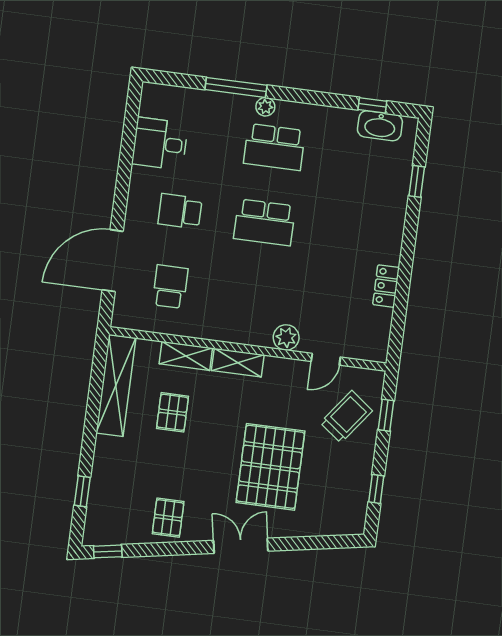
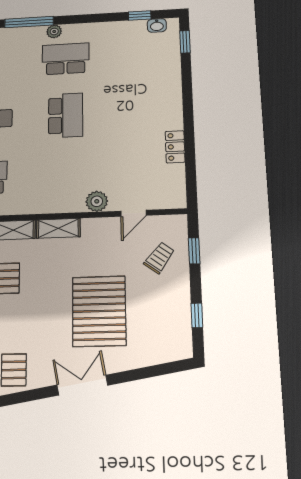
washbasin: (380, 126) -> (157, 25), width x0.52, depth x0.69
school desk: (274, 147) -> (66, 59), turned 180
window: (417, 181) -> (185, 42), moved
school desk: (264, 222) -> (66, 115), turned -90
trolley: (346, 417) -> (159, 258), width x0.73, depth x0.72

